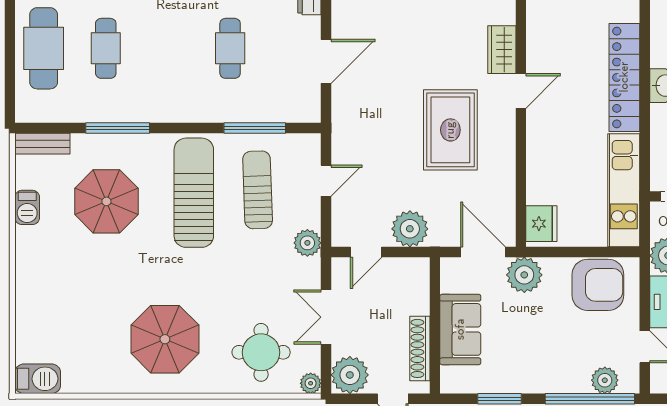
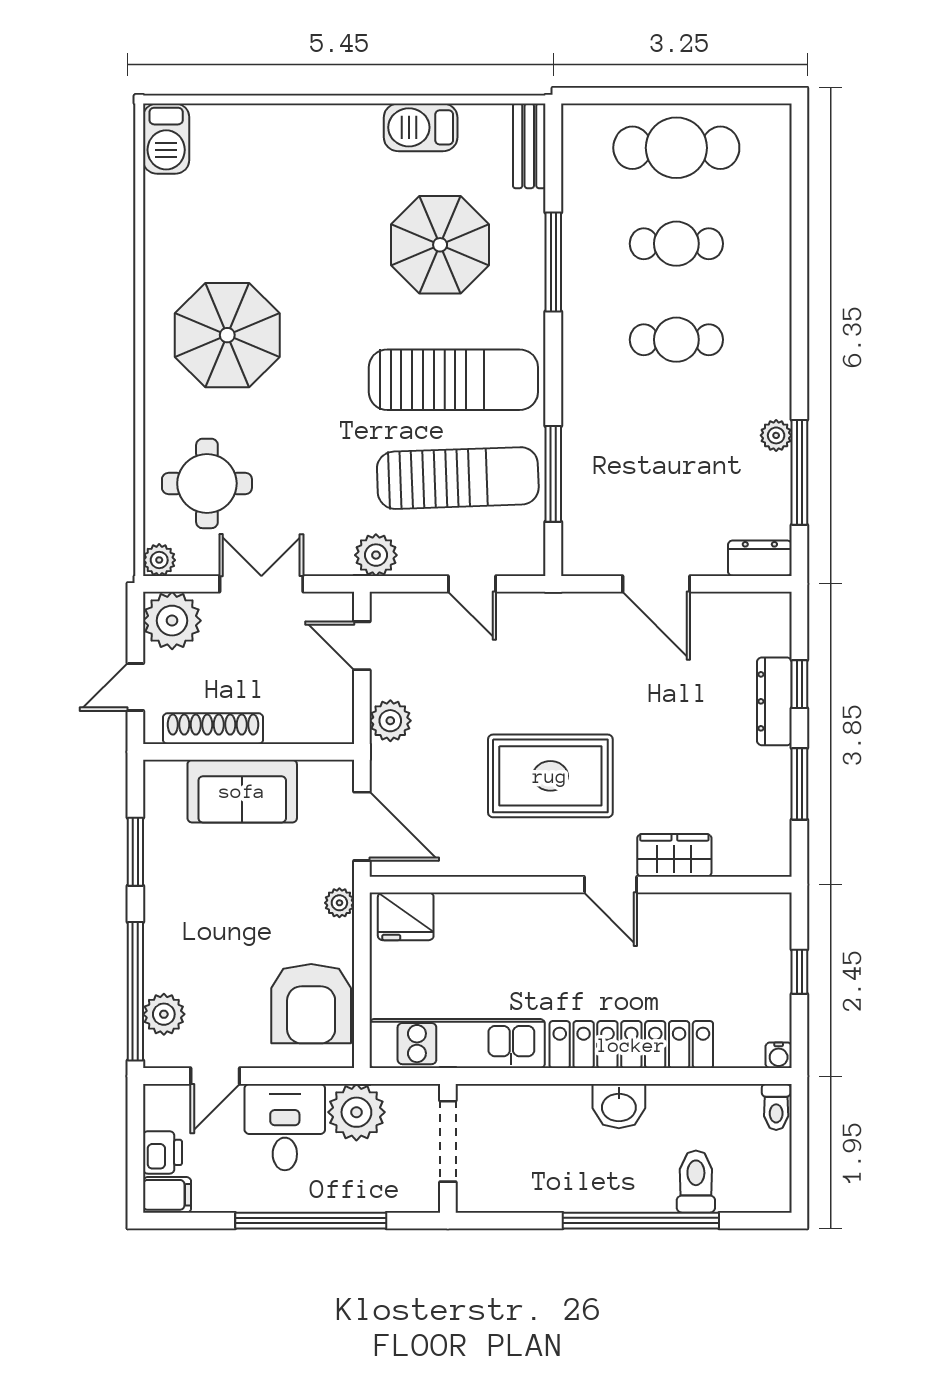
cafe table: (230, 48) -> (676, 340), moved
sun lounger: (258, 190) -> (458, 478), width x1.36, depth x1.34
barbecue: (27, 207) -> (421, 127), width x1.38, depth x1.27
plant: (410, 229) -> (390, 721), width x0.73, depth x0.73
door: (483, 252) -> (362, 826), hinge flipped
plant: (524, 275) -> (339, 903), width x0.53, depth x0.53

